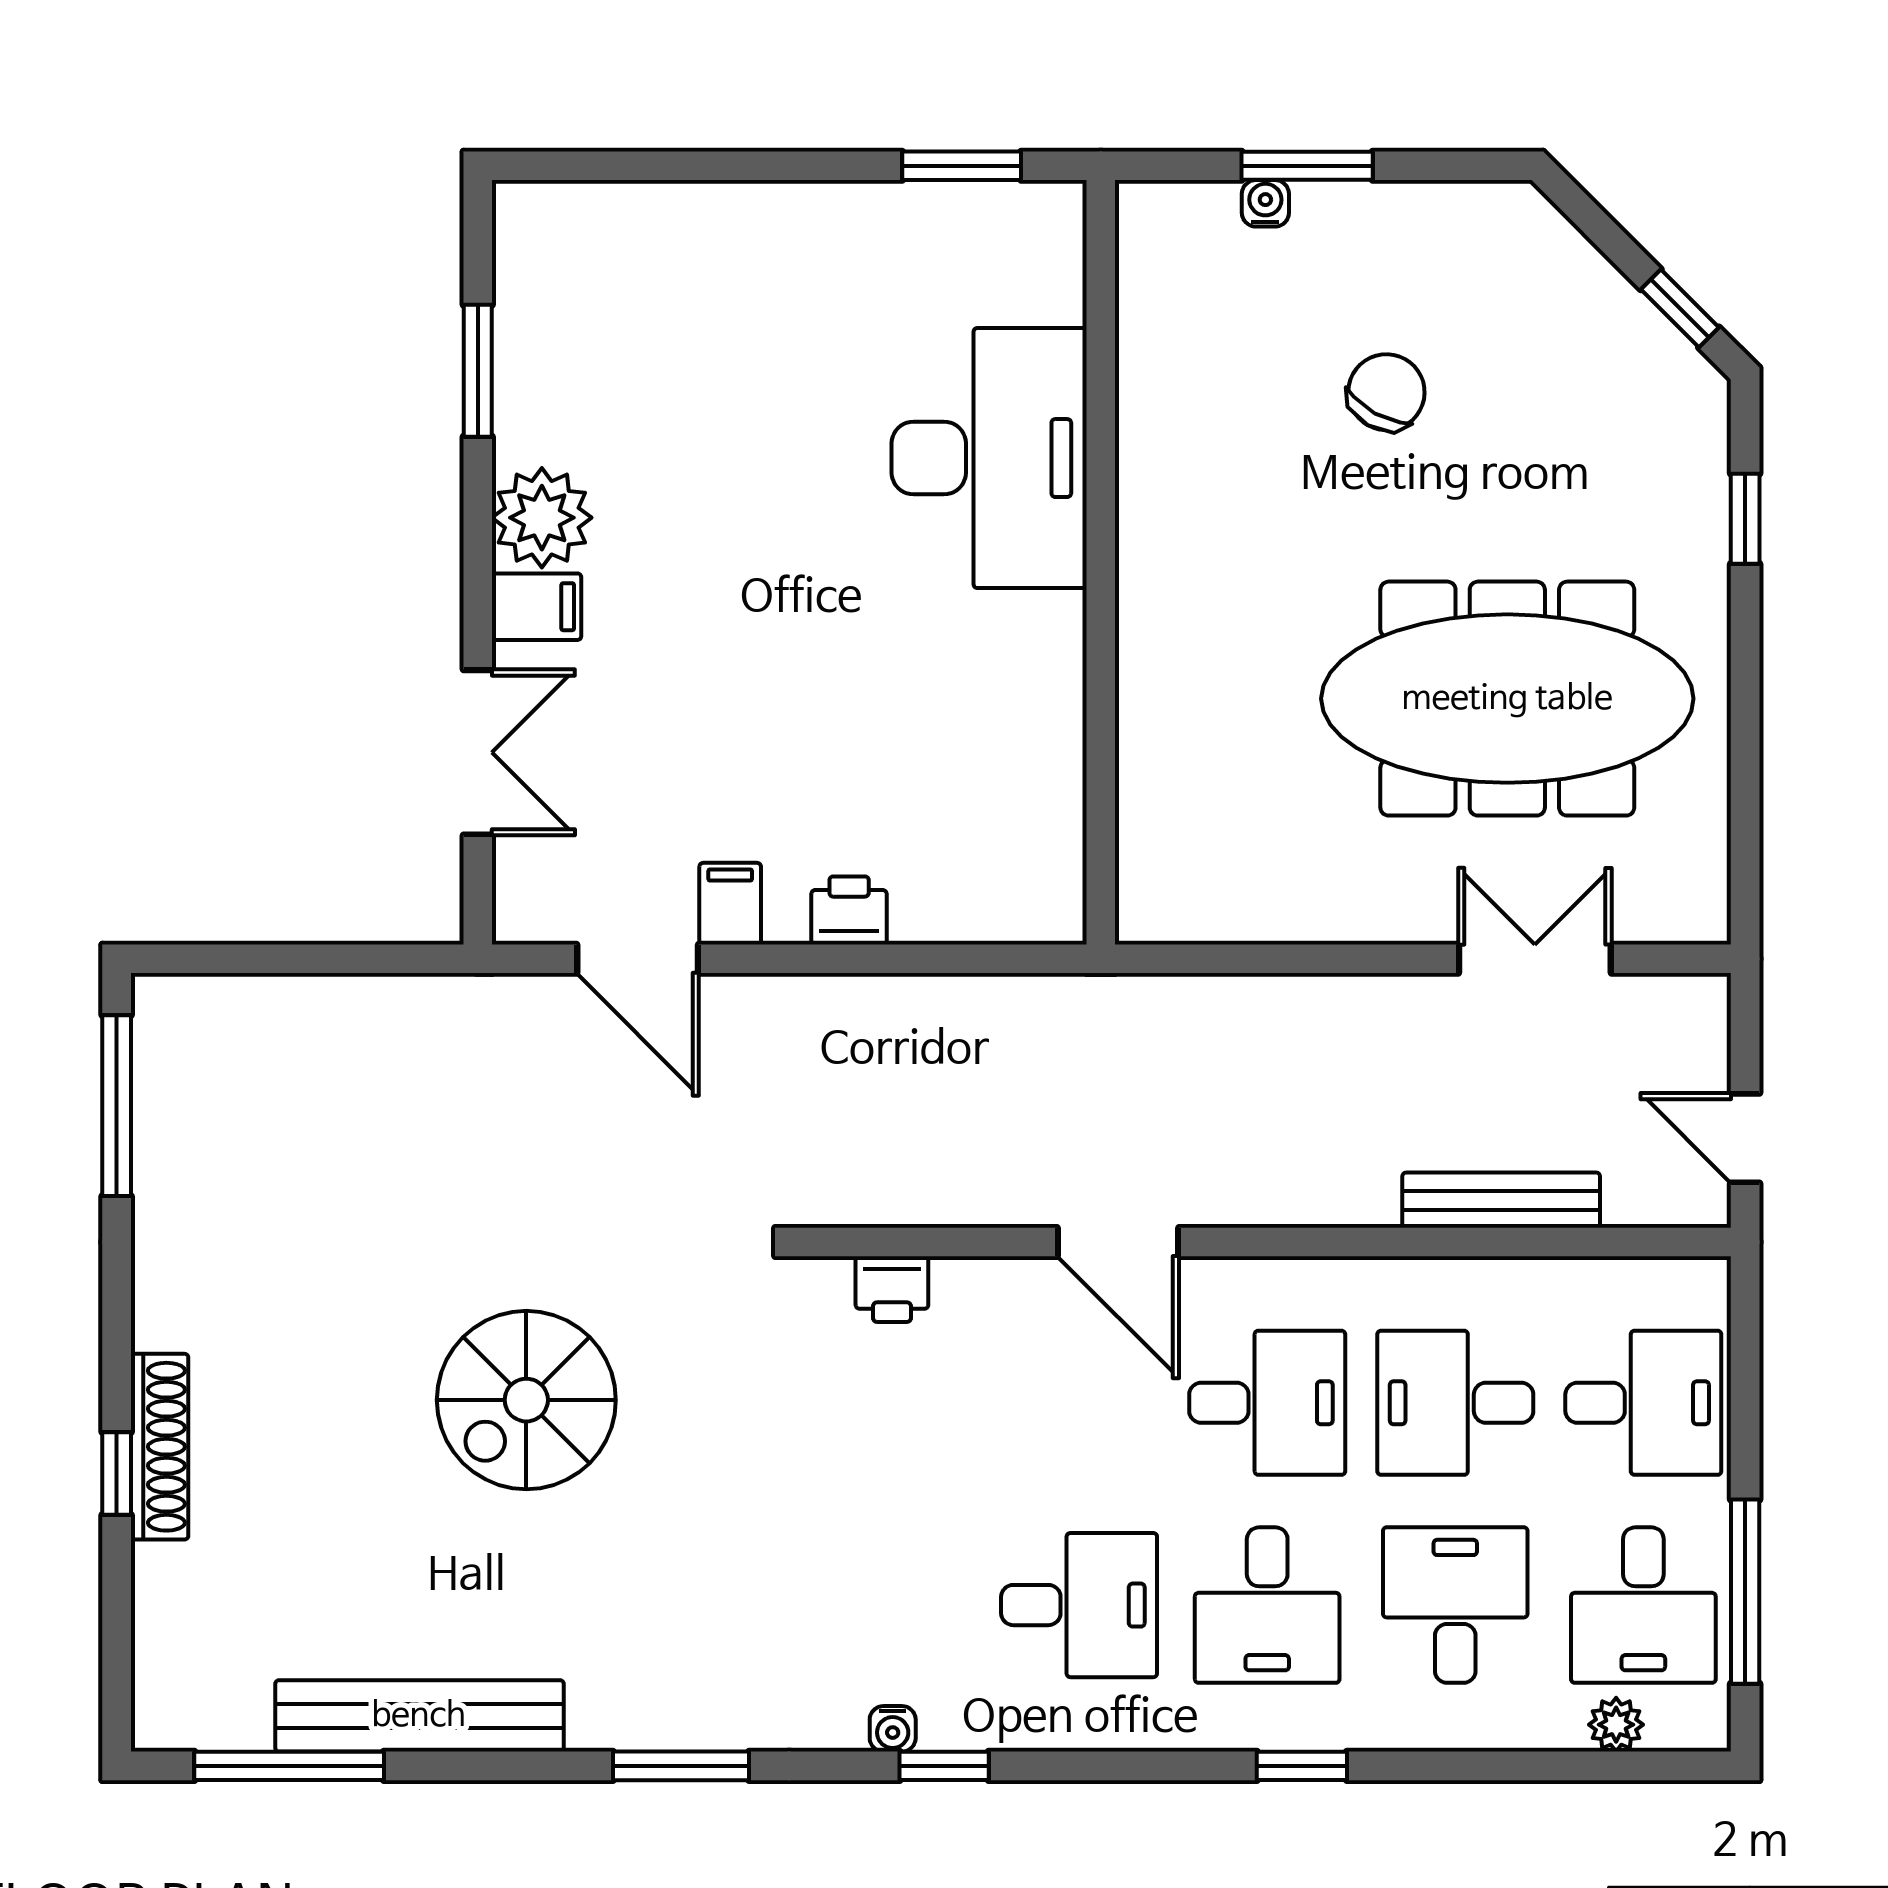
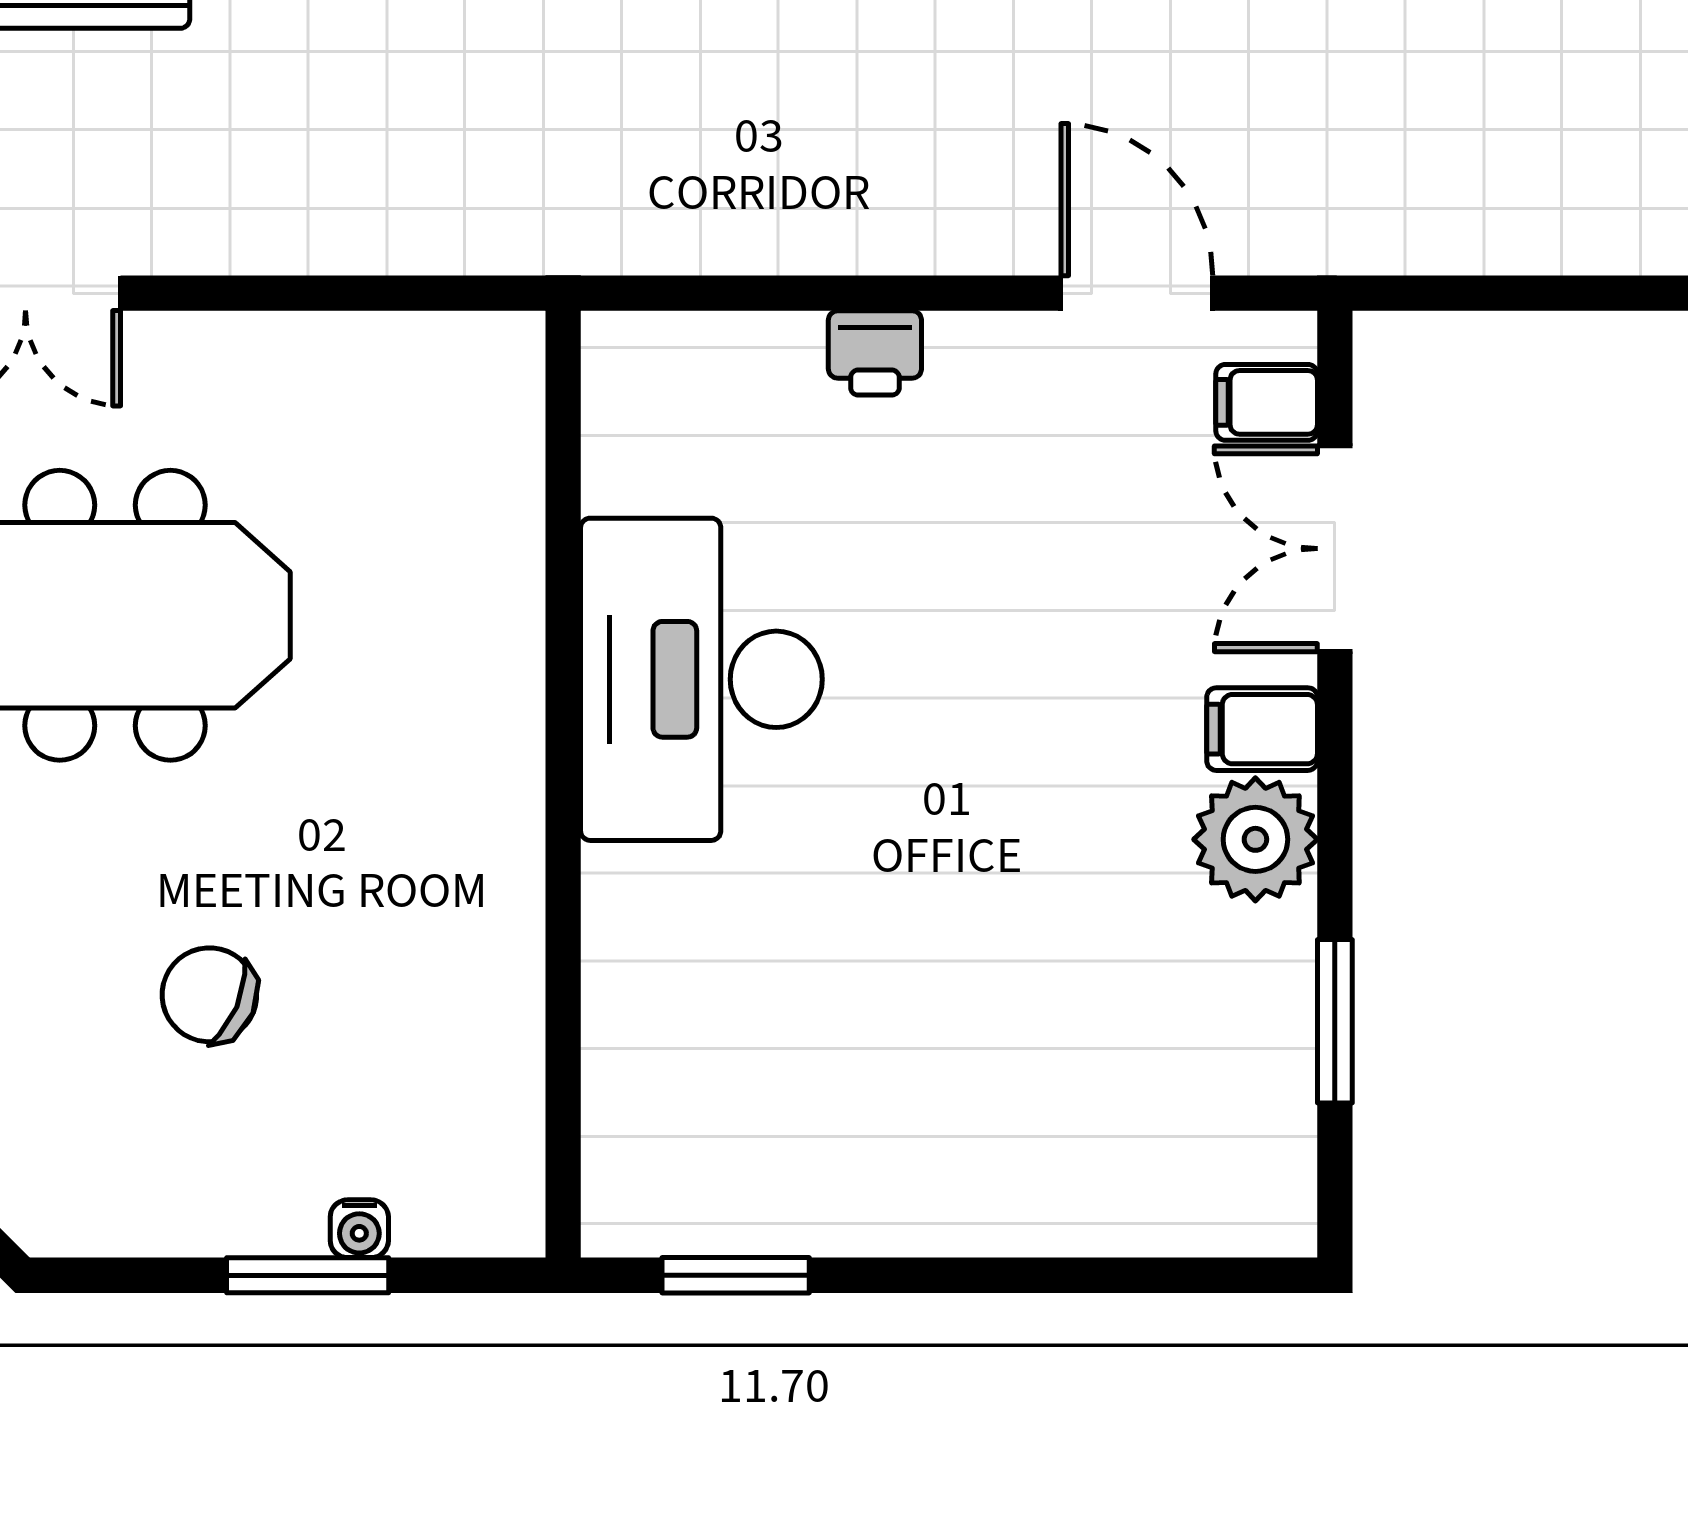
chair: (1386, 392) -> (209, 995), turned 84
desk: (989, 458) -> (701, 679), moved
filing cabinet: (730, 904) -> (1267, 402), moved, turned 90

